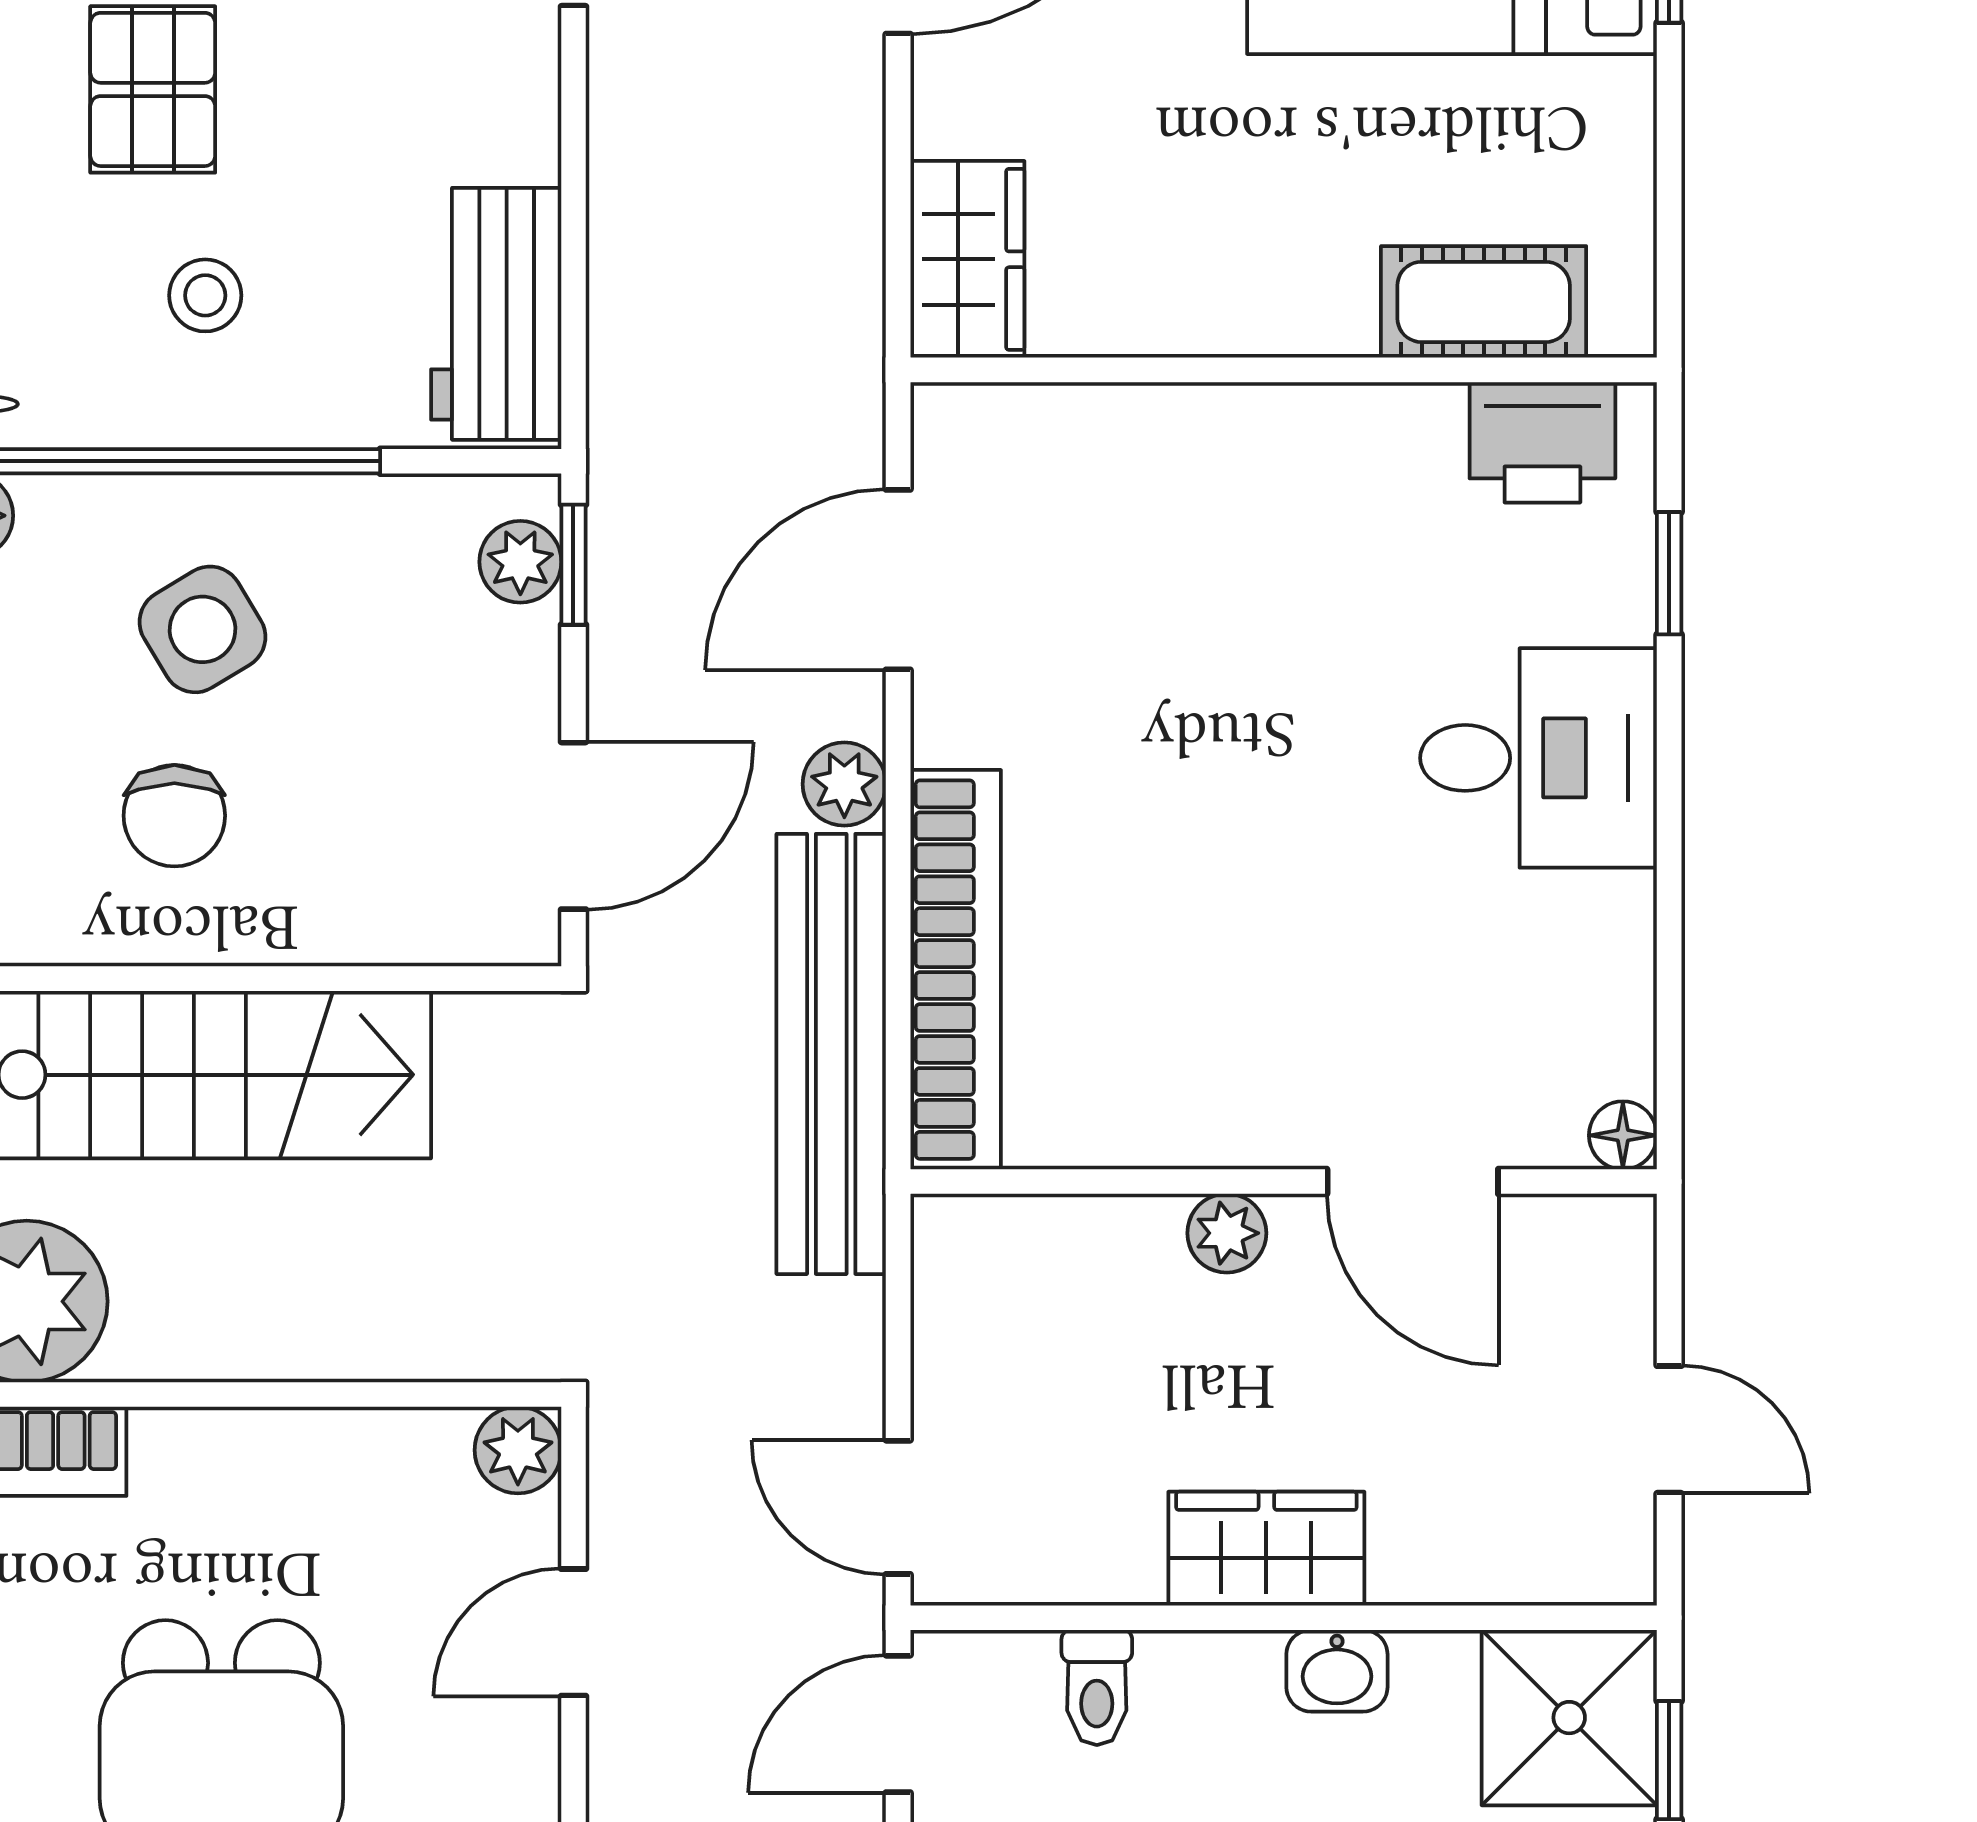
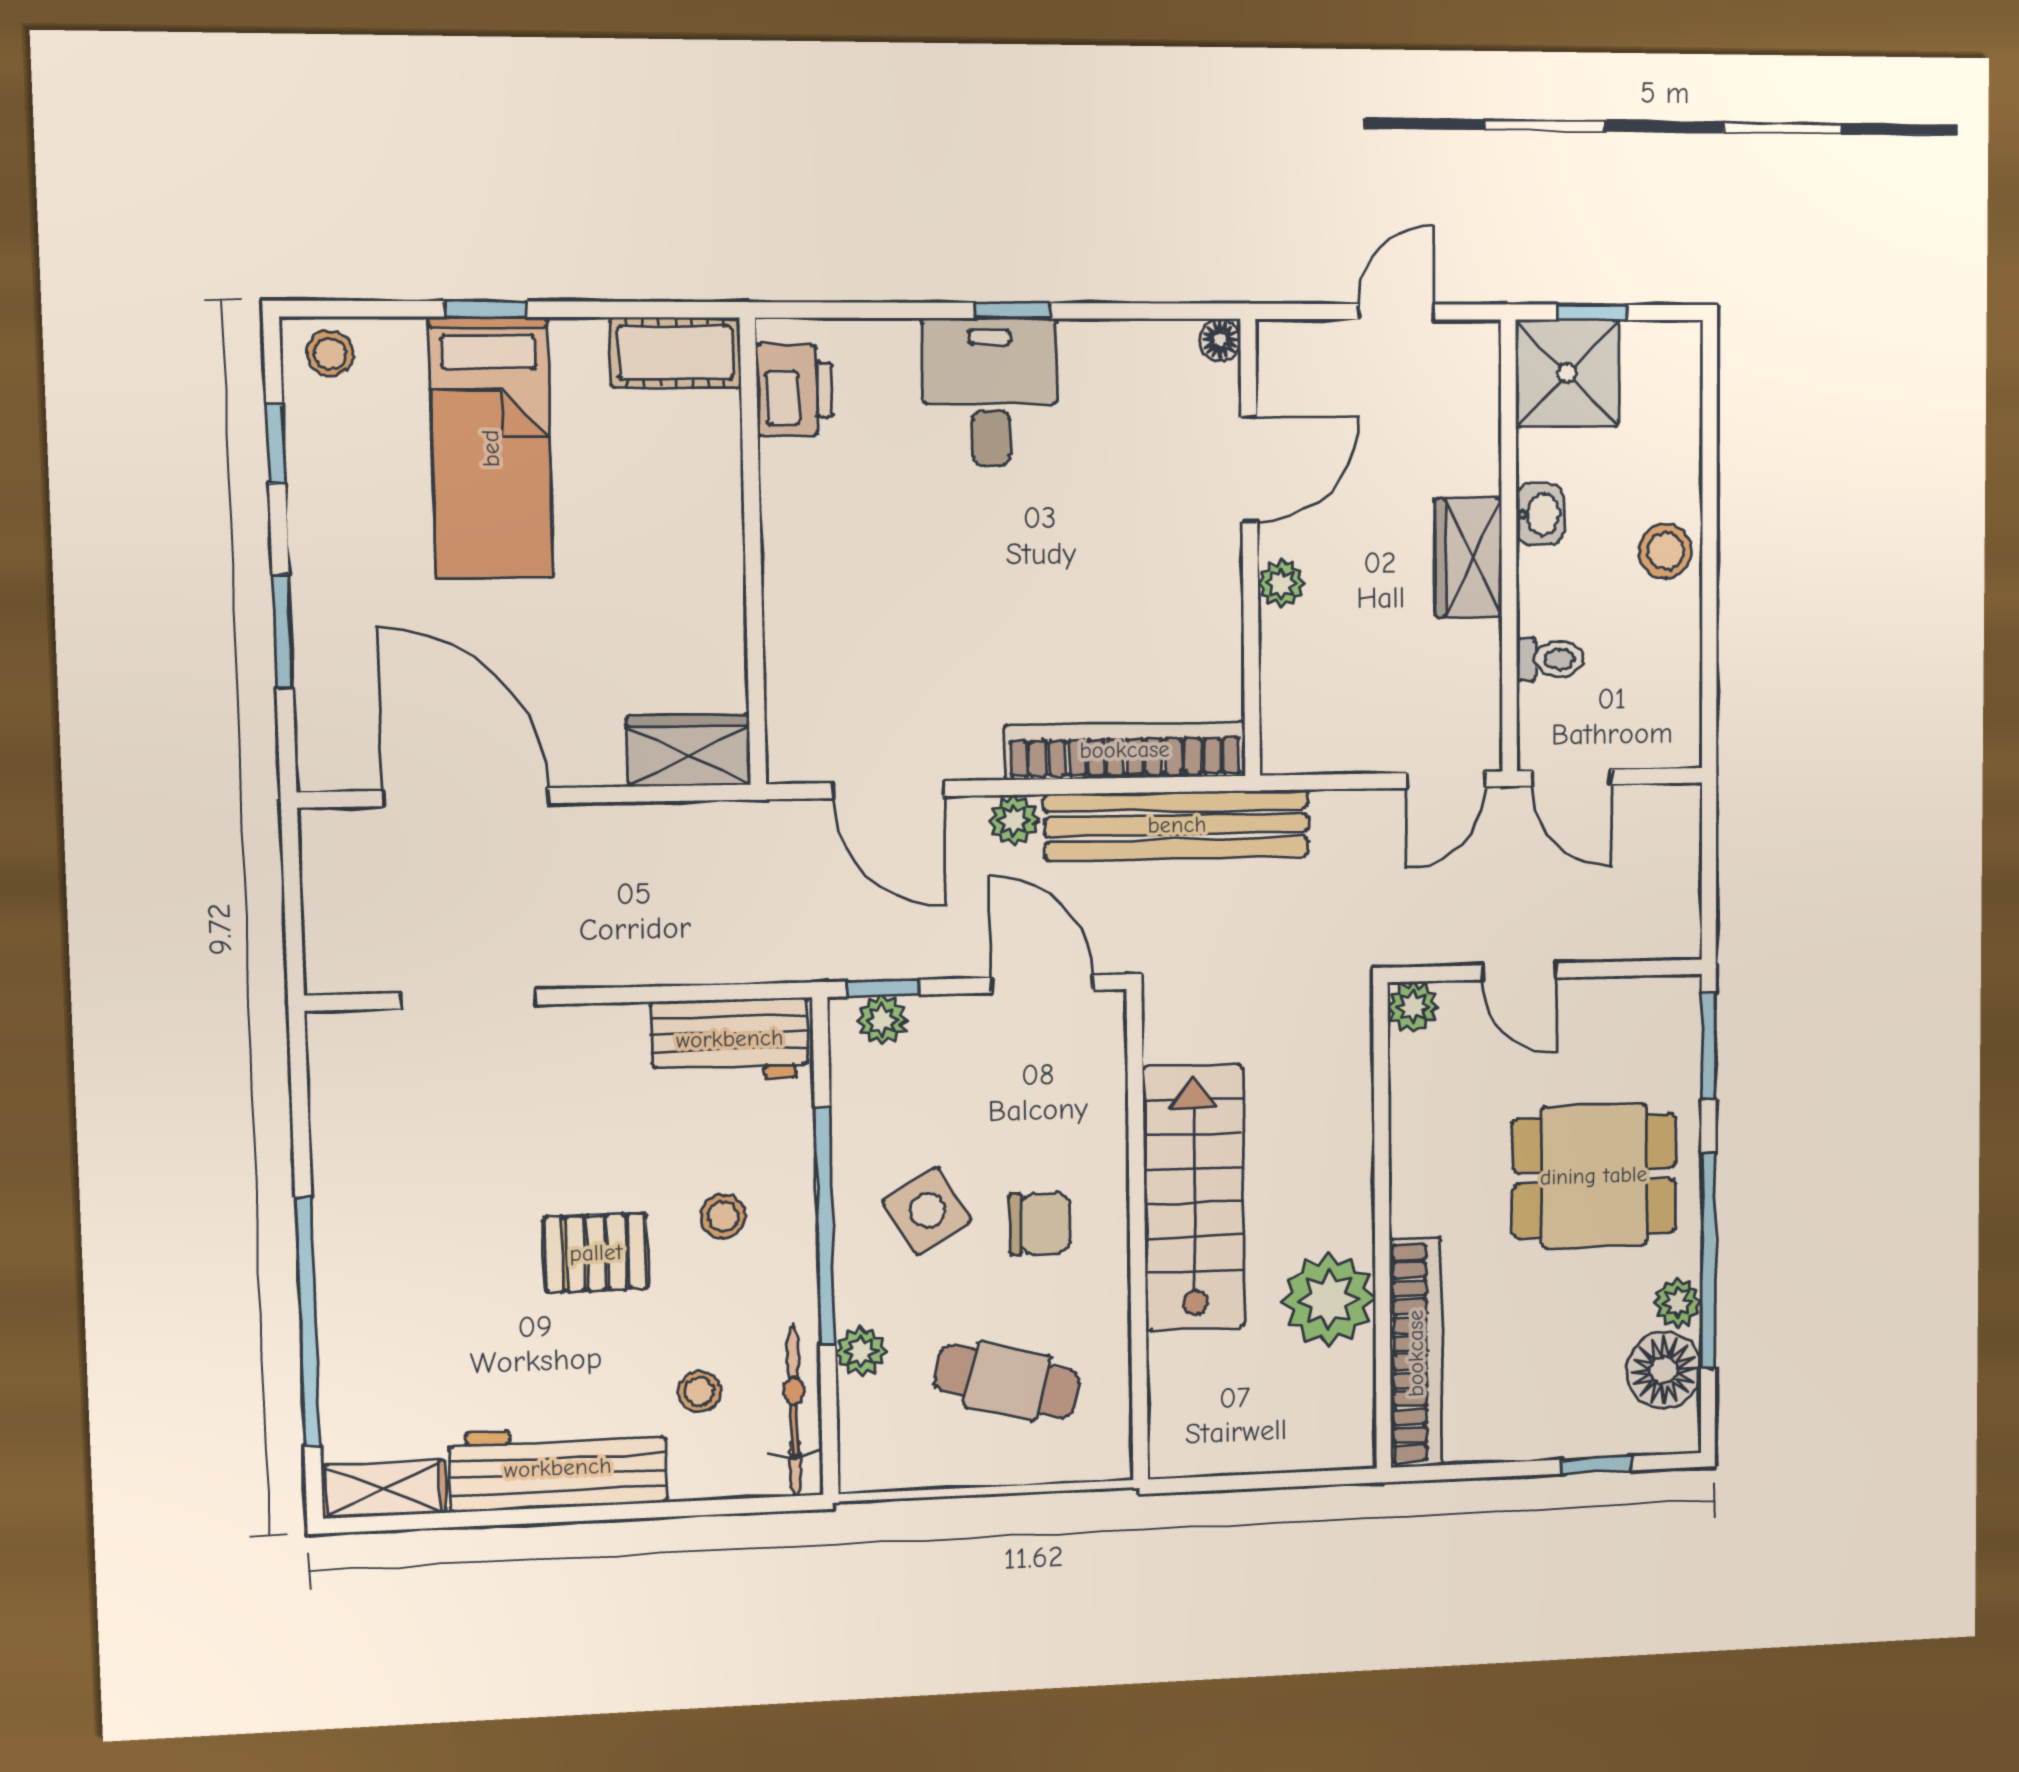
cot: (1484, 302) -> (676, 353), moved, turned 90
window: (1669, 573) -> (1012, 311), moved

